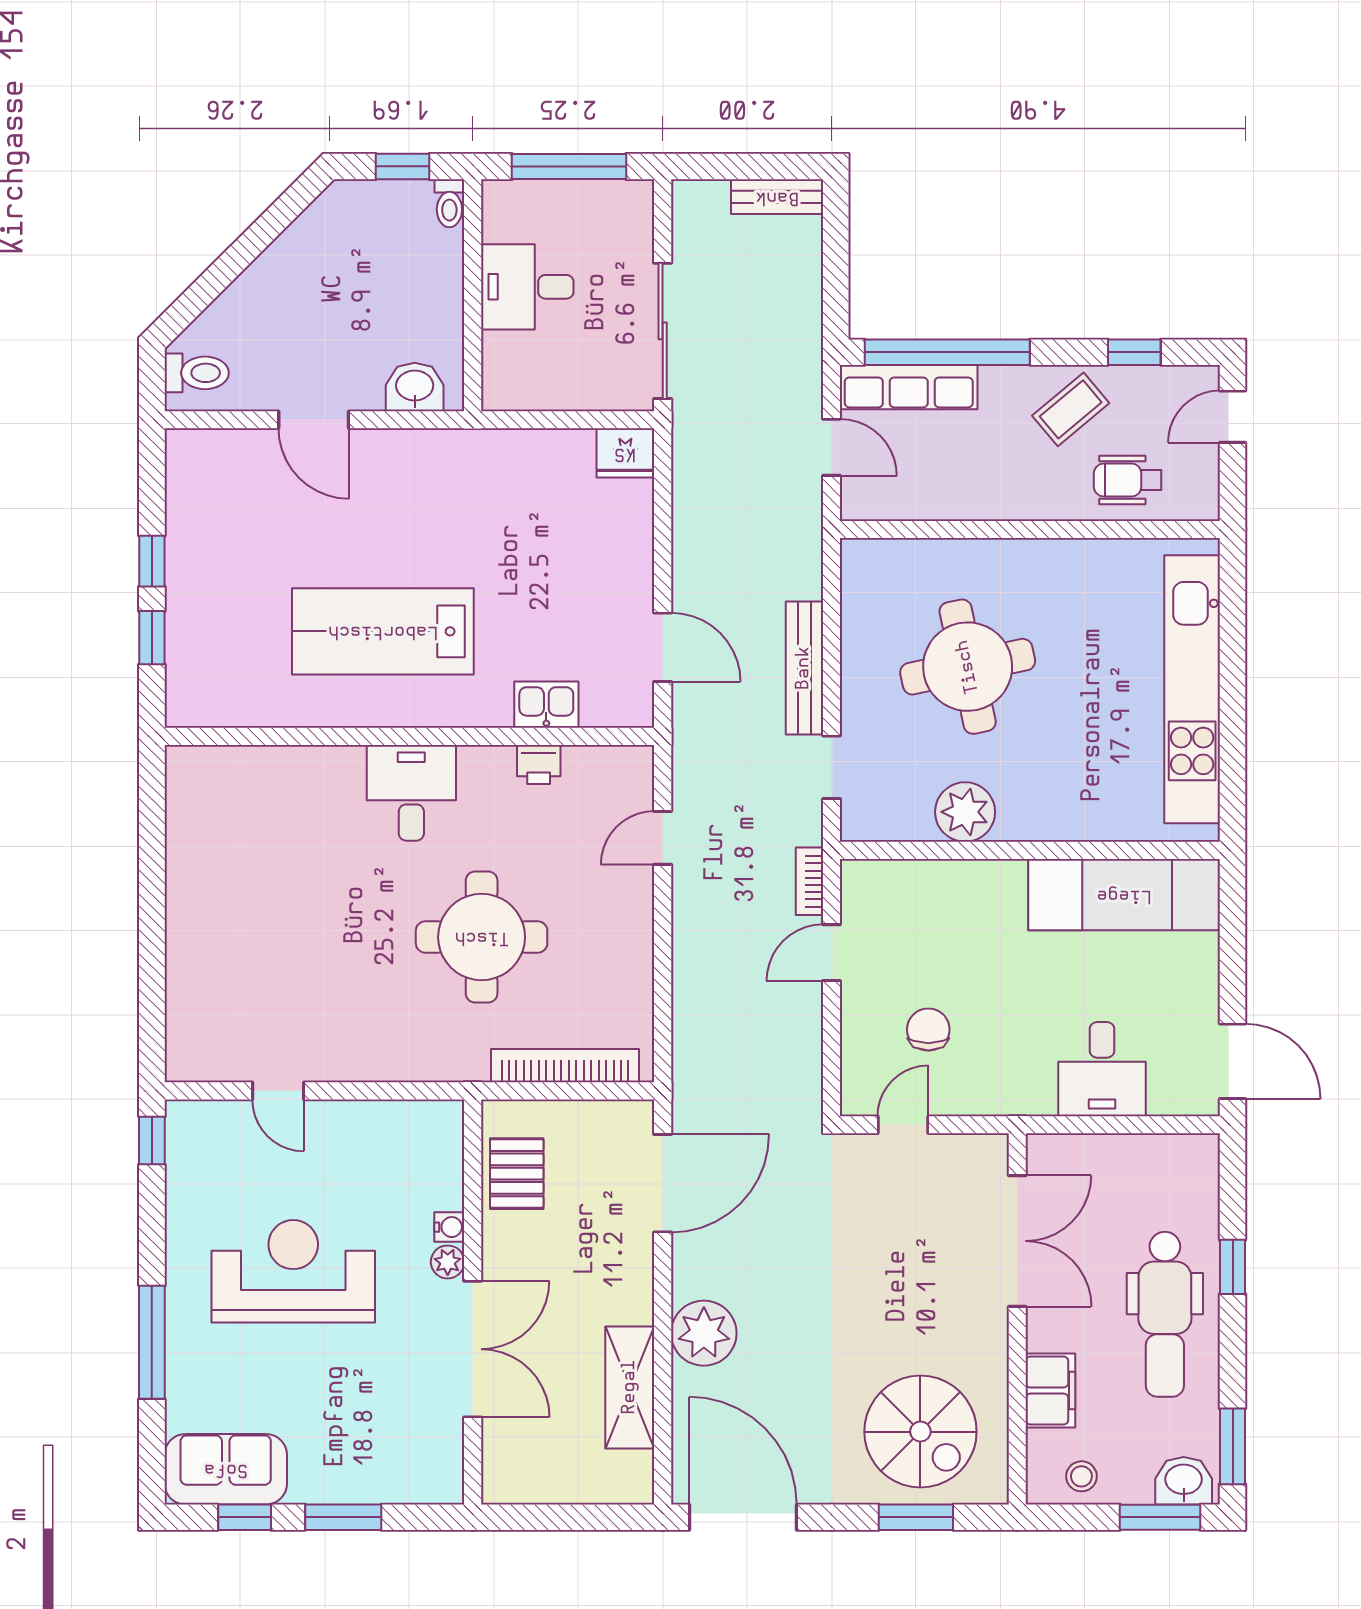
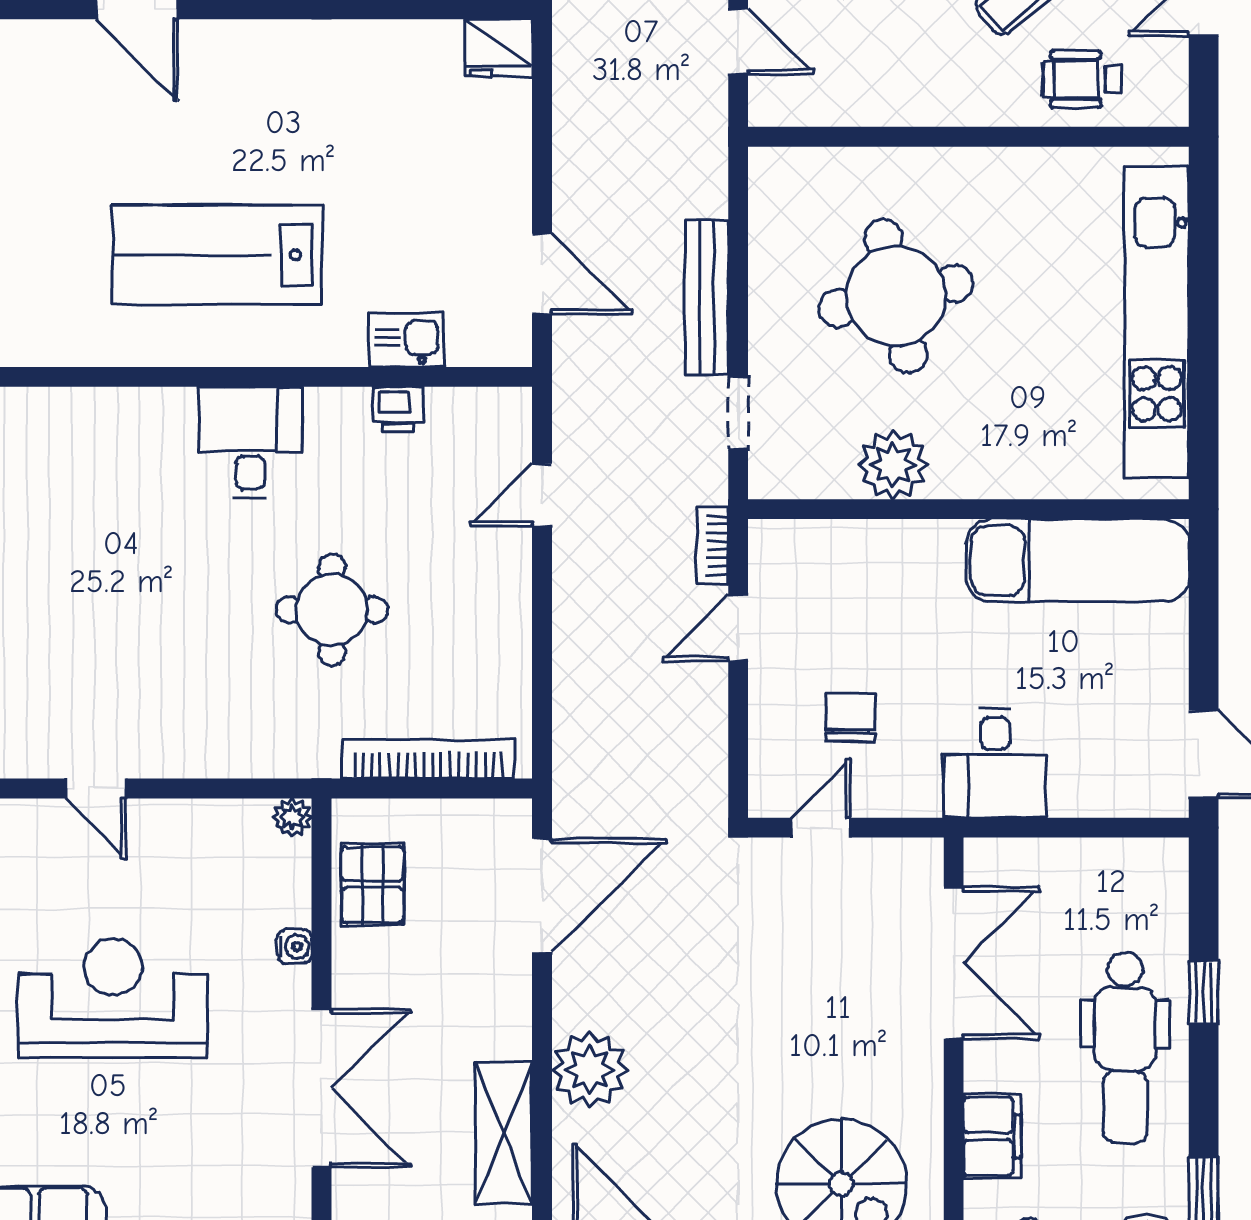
round table: (482, 937) -> (332, 610), width x0.73, depth x0.73
desk: (1102, 1069) -> (995, 763), moved
plant: (448, 1262) -> (292, 818), moved

